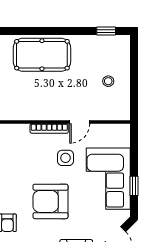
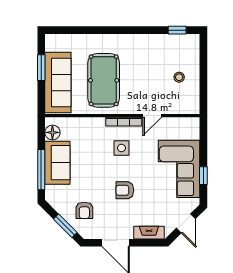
pool table: (42, 55) -> (104, 80), moved, turned 90
side table: (65, 158) -> (121, 148), moved
armchair: (50, 201) -> (125, 190), width x0.53, depth x0.53

